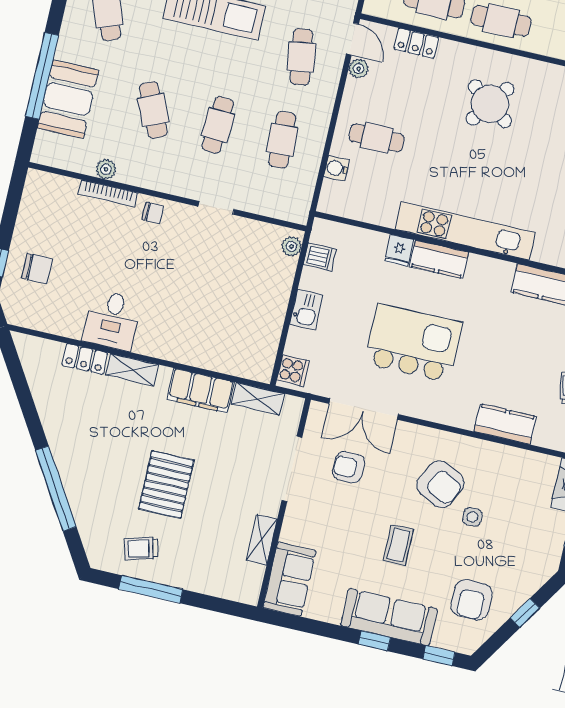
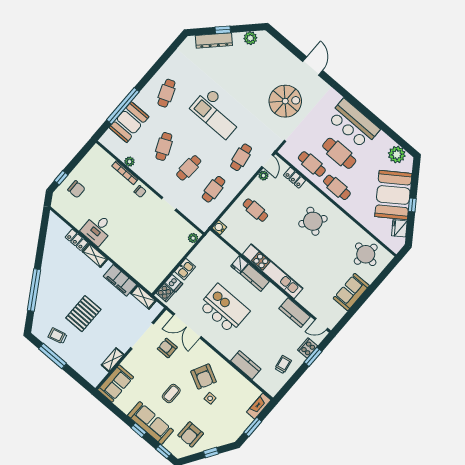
water cooler: (337, 168) -> (219, 228), moved
dishwasher: (320, 257) -> (174, 283), moved

